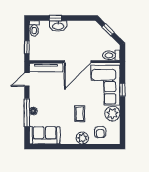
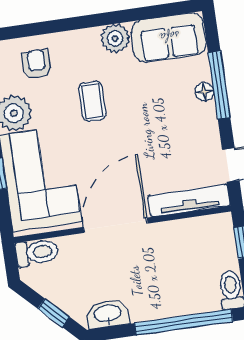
window: (55, 18) -> (184, 322), width x3.17
washbasin: (58, 26) -> (108, 314), moved
plant: (82, 138) -> (115, 38), moved

